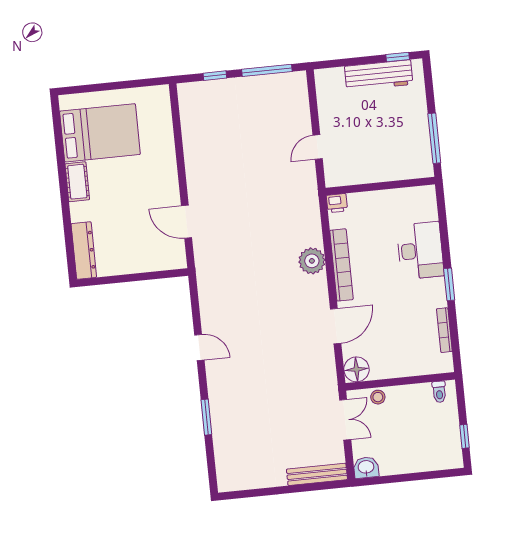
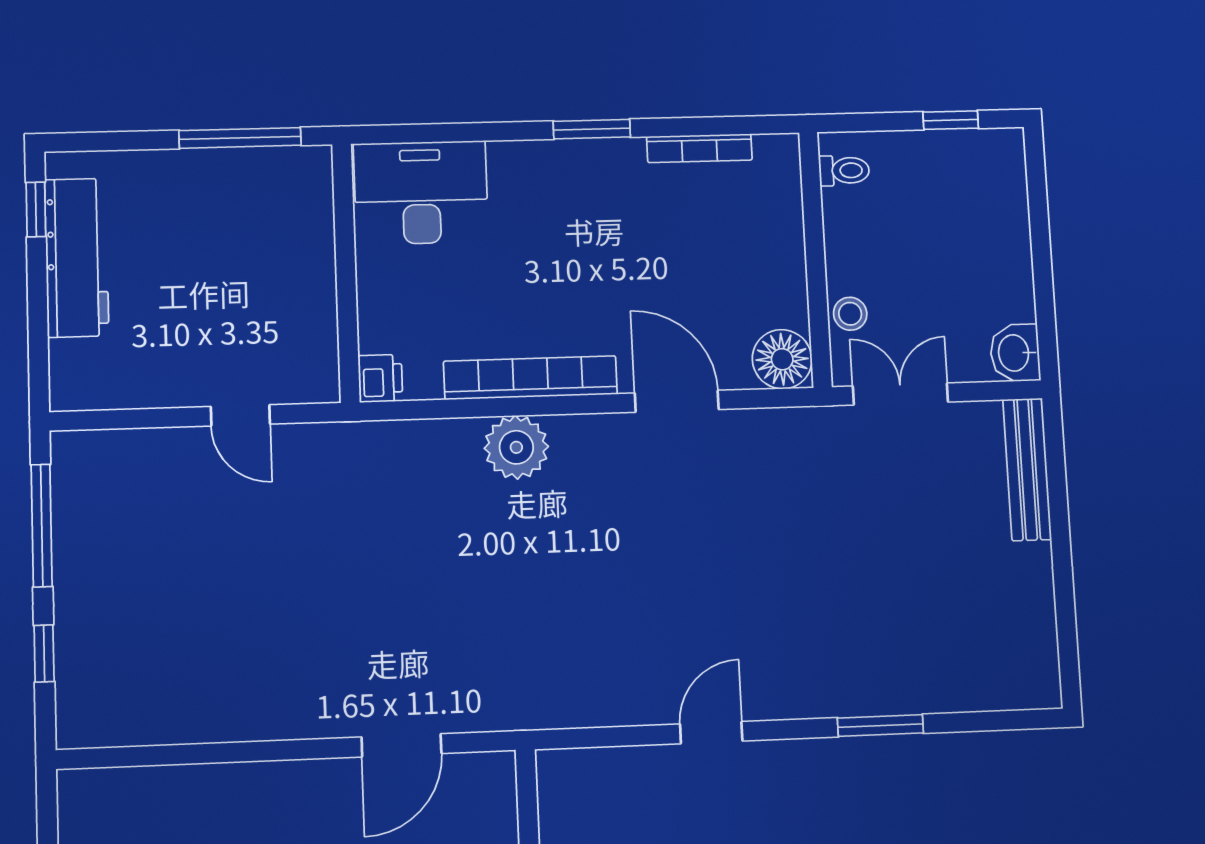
desk: (420, 250) -> (421, 193), moved

